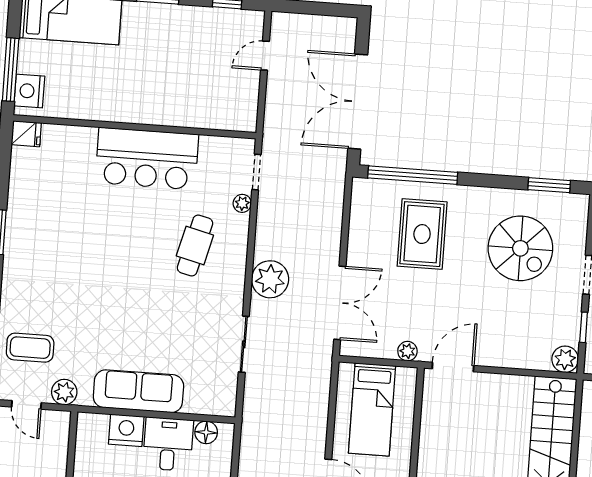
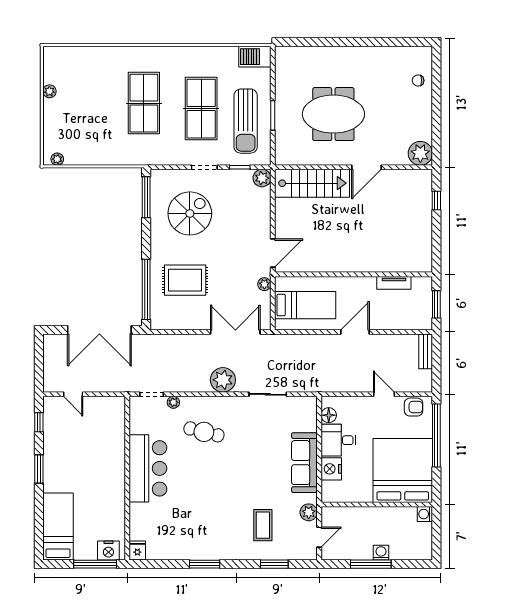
window: (549, 185) -> (146, 197), width x1.44
coffee table: (30, 348) -> (263, 525), moved
door: (453, 367) -> (273, 253), swing flipped

